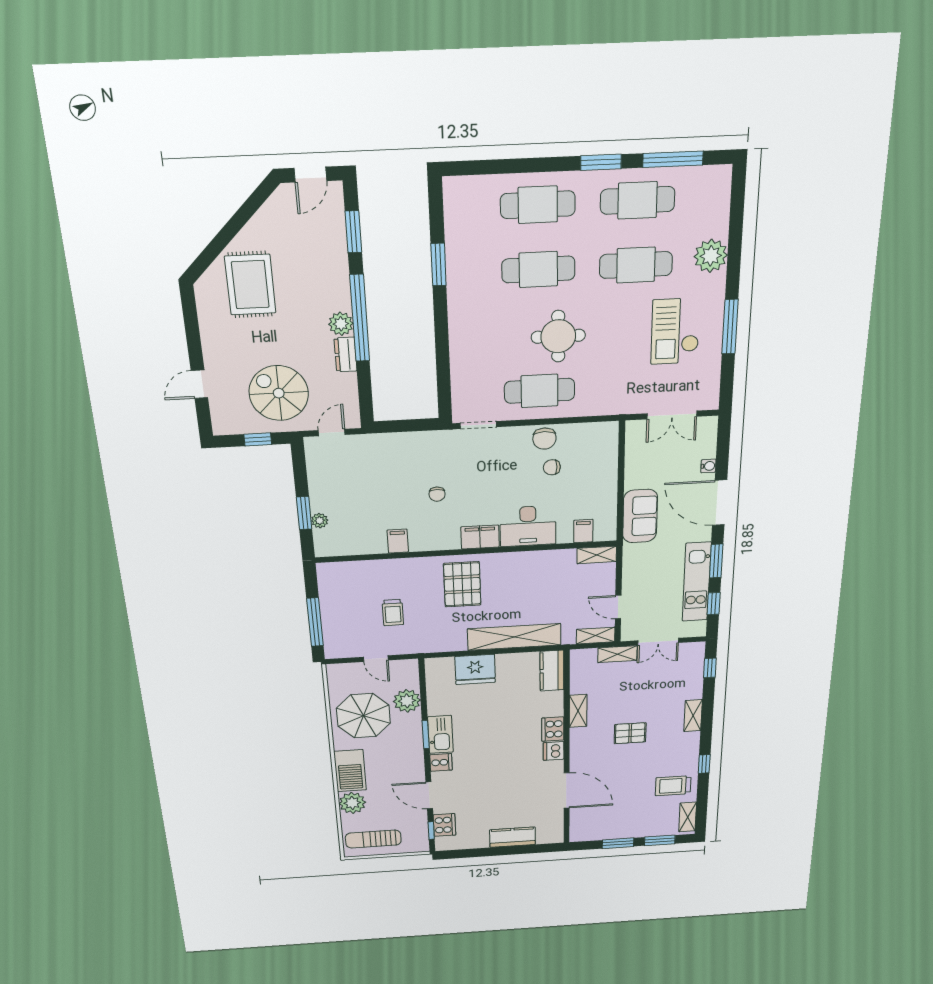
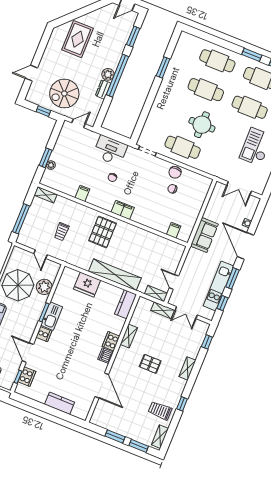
spiral stairs: (279, 393) -> (64, 94), turned -90
desk: (528, 526) -> (110, 150), moved, turned 180
shelving: (597, 555) -> (46, 195), moved

